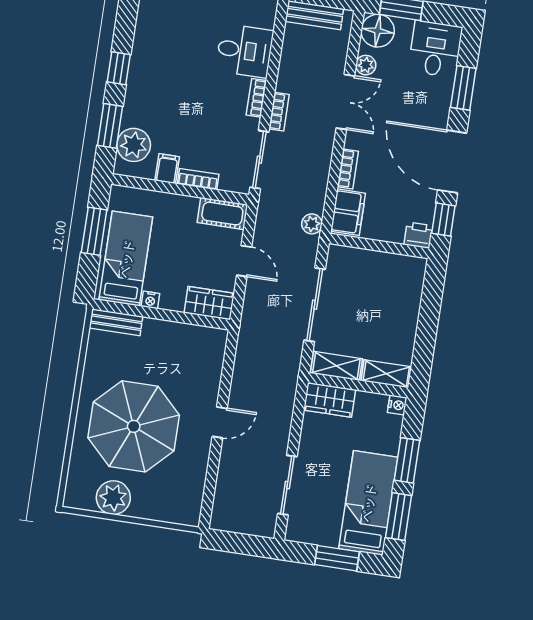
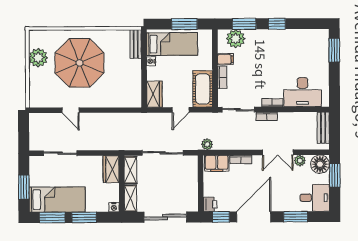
desk: (245, 51) -> (303, 92), width x1.37
cot: (222, 214) -> (203, 89), width x1.37, depth x1.34
sliding door: (429, 318) -> (165, 217), added
door: (220, 422) -> (70, 110), moved

